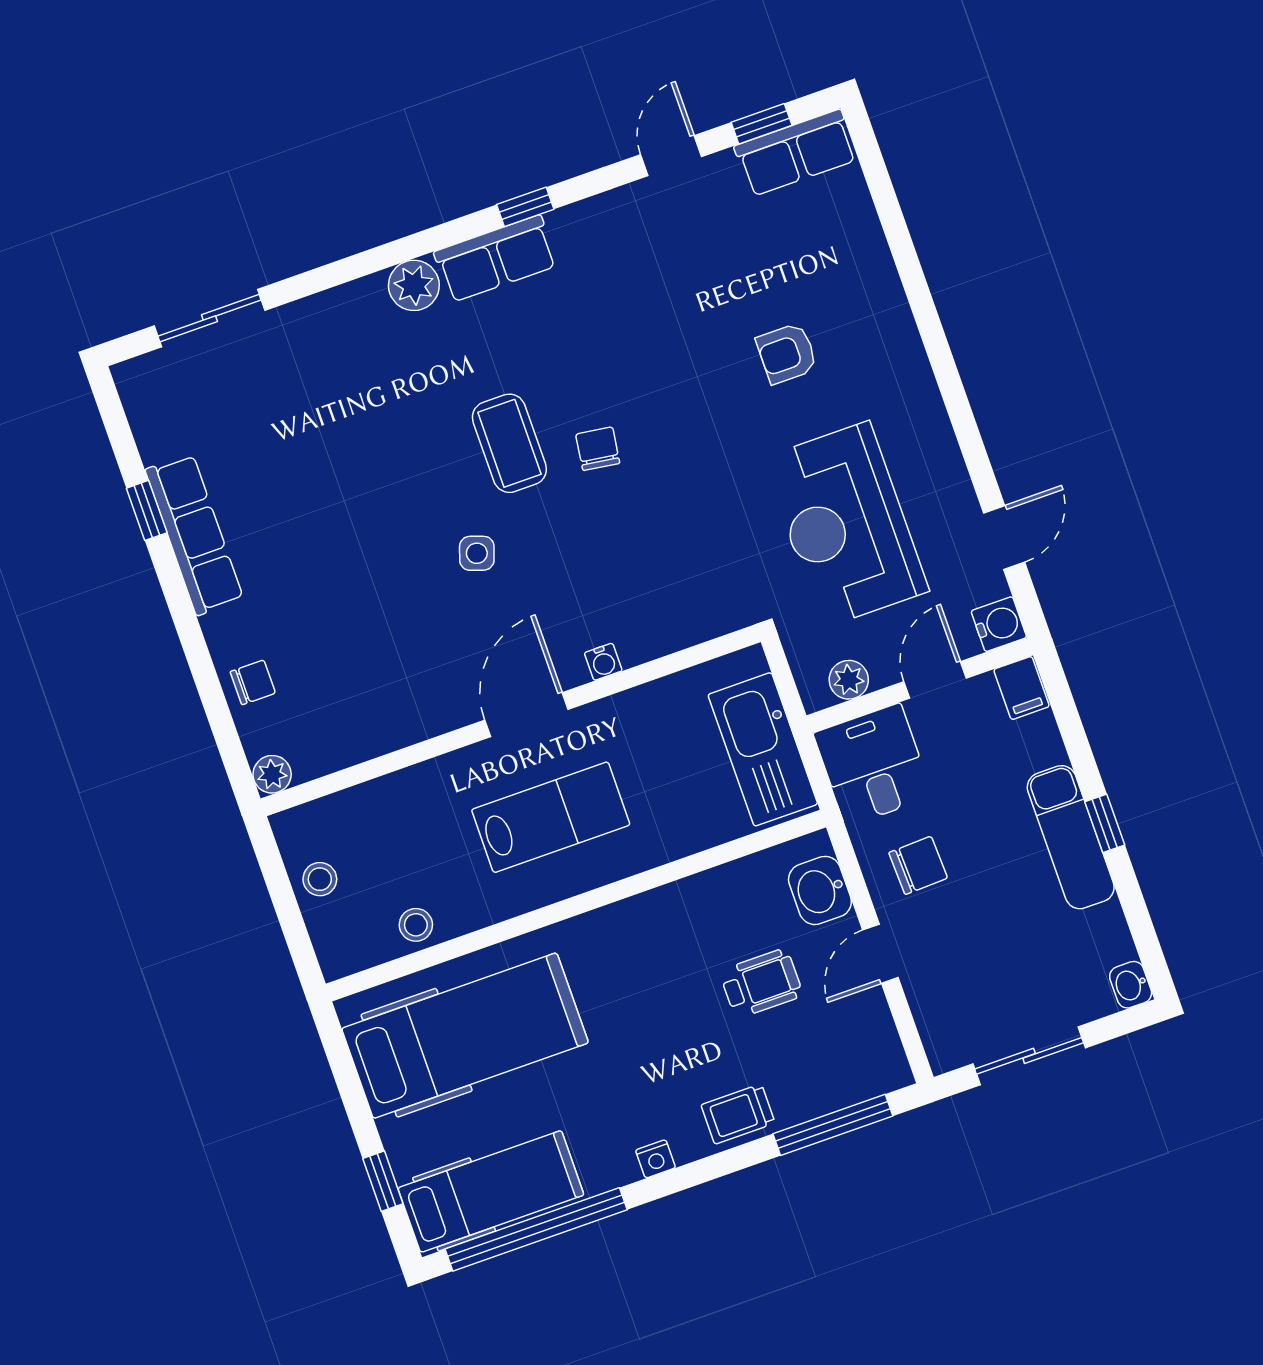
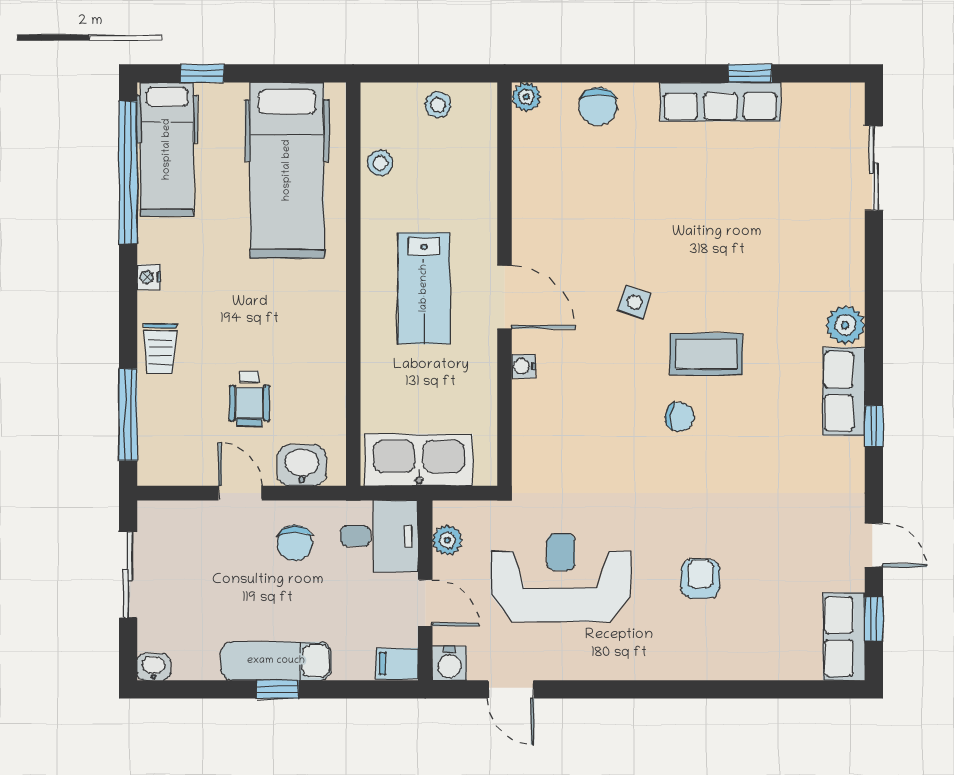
chair: (253, 682) -> (598, 106), width x1.37, depth x1.37
trolley: (738, 1114) -> (160, 349), turned 180

